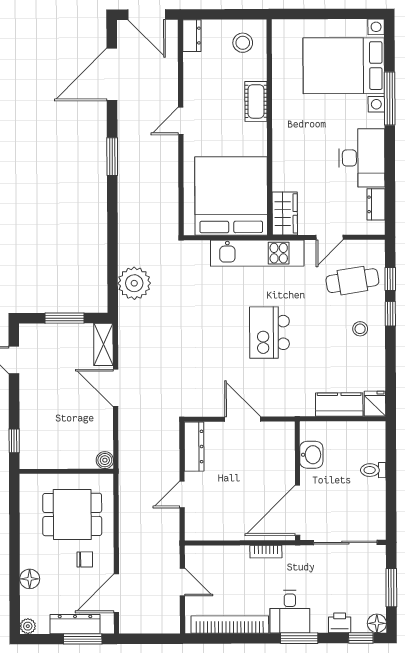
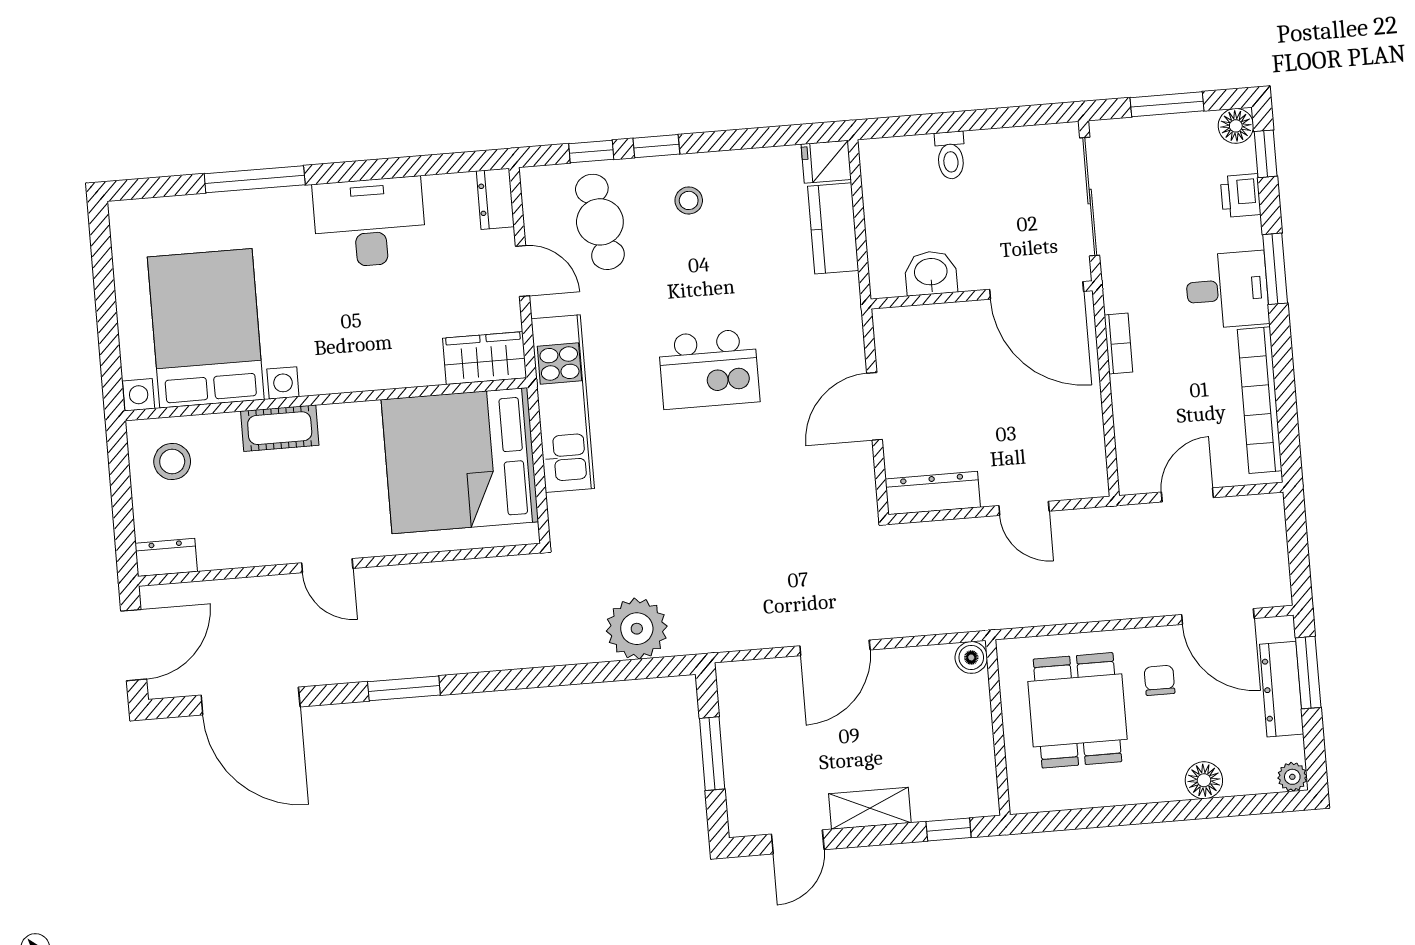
bed with nightstands: (344, 66) -> (206, 328), moved, turned 180
dresser: (376, 204) -> (495, 199), moved, turned 90
shelving: (103, 344) -> (870, 808), moved

